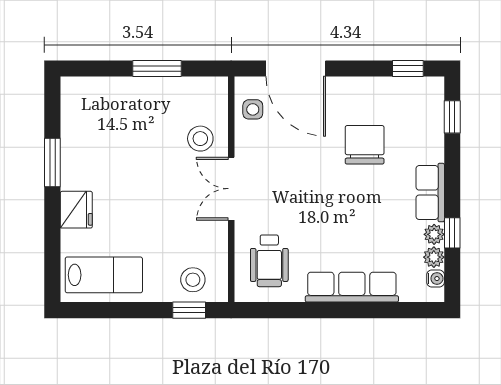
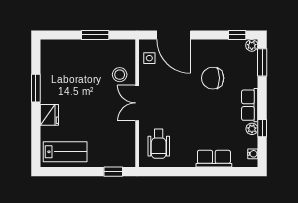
window: (452, 117) -> (262, 62), width x1.50
chair: (365, 145) -> (213, 78), turned -90
plant: (434, 257) -> (252, 45), moved
stool: (193, 280) -> (115, 155), removed
row of seats: (352, 287) -> (214, 159), width x0.68

